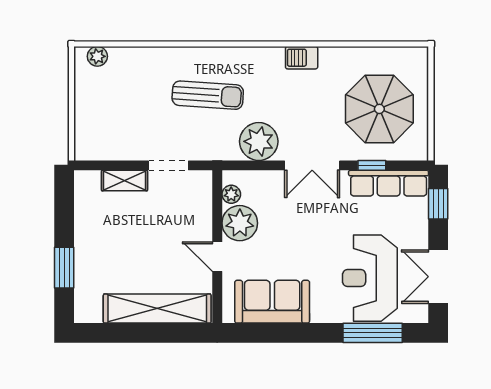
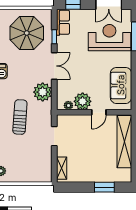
shelving: (125, 181) -> (62, 168), moved
row of seats: (389, 183) -> (63, 22), width x0.68
reception desk: (370, 278) -> (109, 38), turned 180

